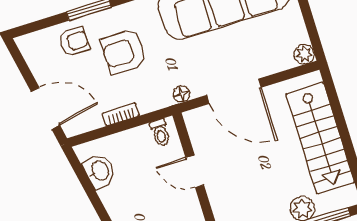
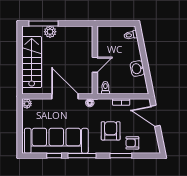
armchair: (124, 52) -> (111, 131), turned -90
washbasin: (99, 171) -> (137, 69), moved
door: (195, 171) -> (95, 65), hinge flipped

